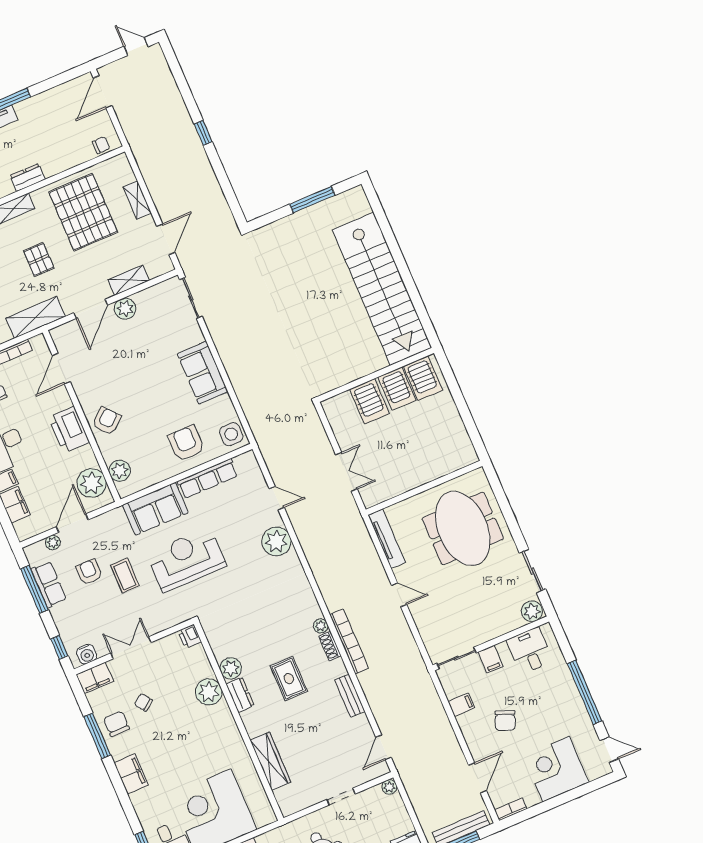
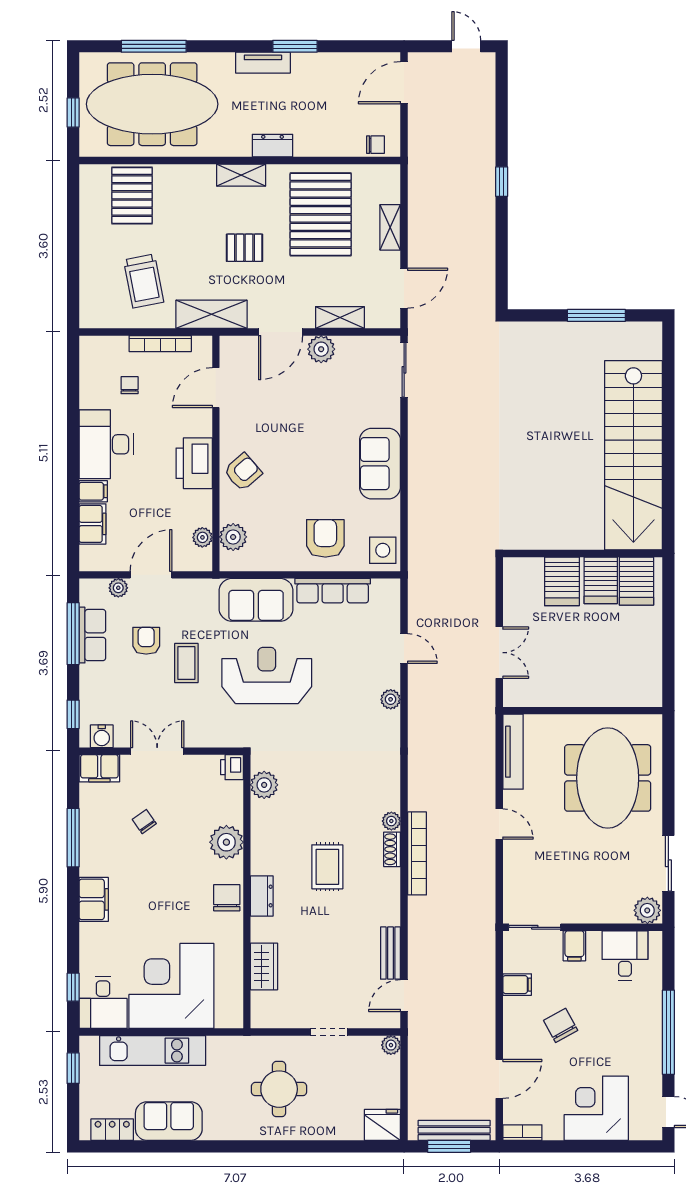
pallet: (39, 259) -> (244, 248), turned 90
plant: (92, 483) -> (202, 537), width x0.53, depth x0.53
plant: (276, 541) -> (391, 699), width x0.53, depth x0.53
plant: (231, 668) -> (264, 785), moved
dresser: (240, 695) -> (262, 896), moved
bench: (350, 696) -> (390, 953), moved
chair: (505, 721) -> (561, 1025), turned 129
chair: (116, 724) -> (227, 898), moved
wardrobe: (270, 761) -> (264, 966), width x0.67

